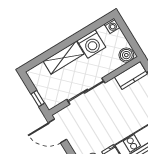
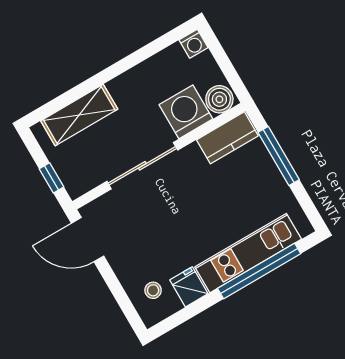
washing machine: (91, 44) -> (186, 112), moved, turned 180
shelving: (64, 58) -> (79, 115), moved

